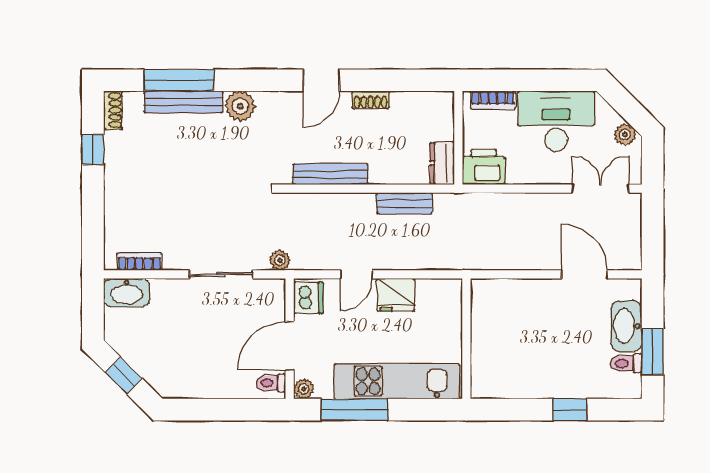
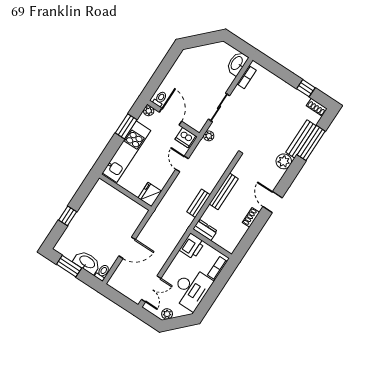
bench: (330, 174) -> (224, 191), moved
door: (584, 274) -> (127, 248), moved
fridge: (396, 295) -> (150, 195), moved
toilet: (626, 363) -> (102, 272), moved
window: (124, 375) -> (203, 39), removed
window: (355, 410) -> (126, 126), width x0.69

